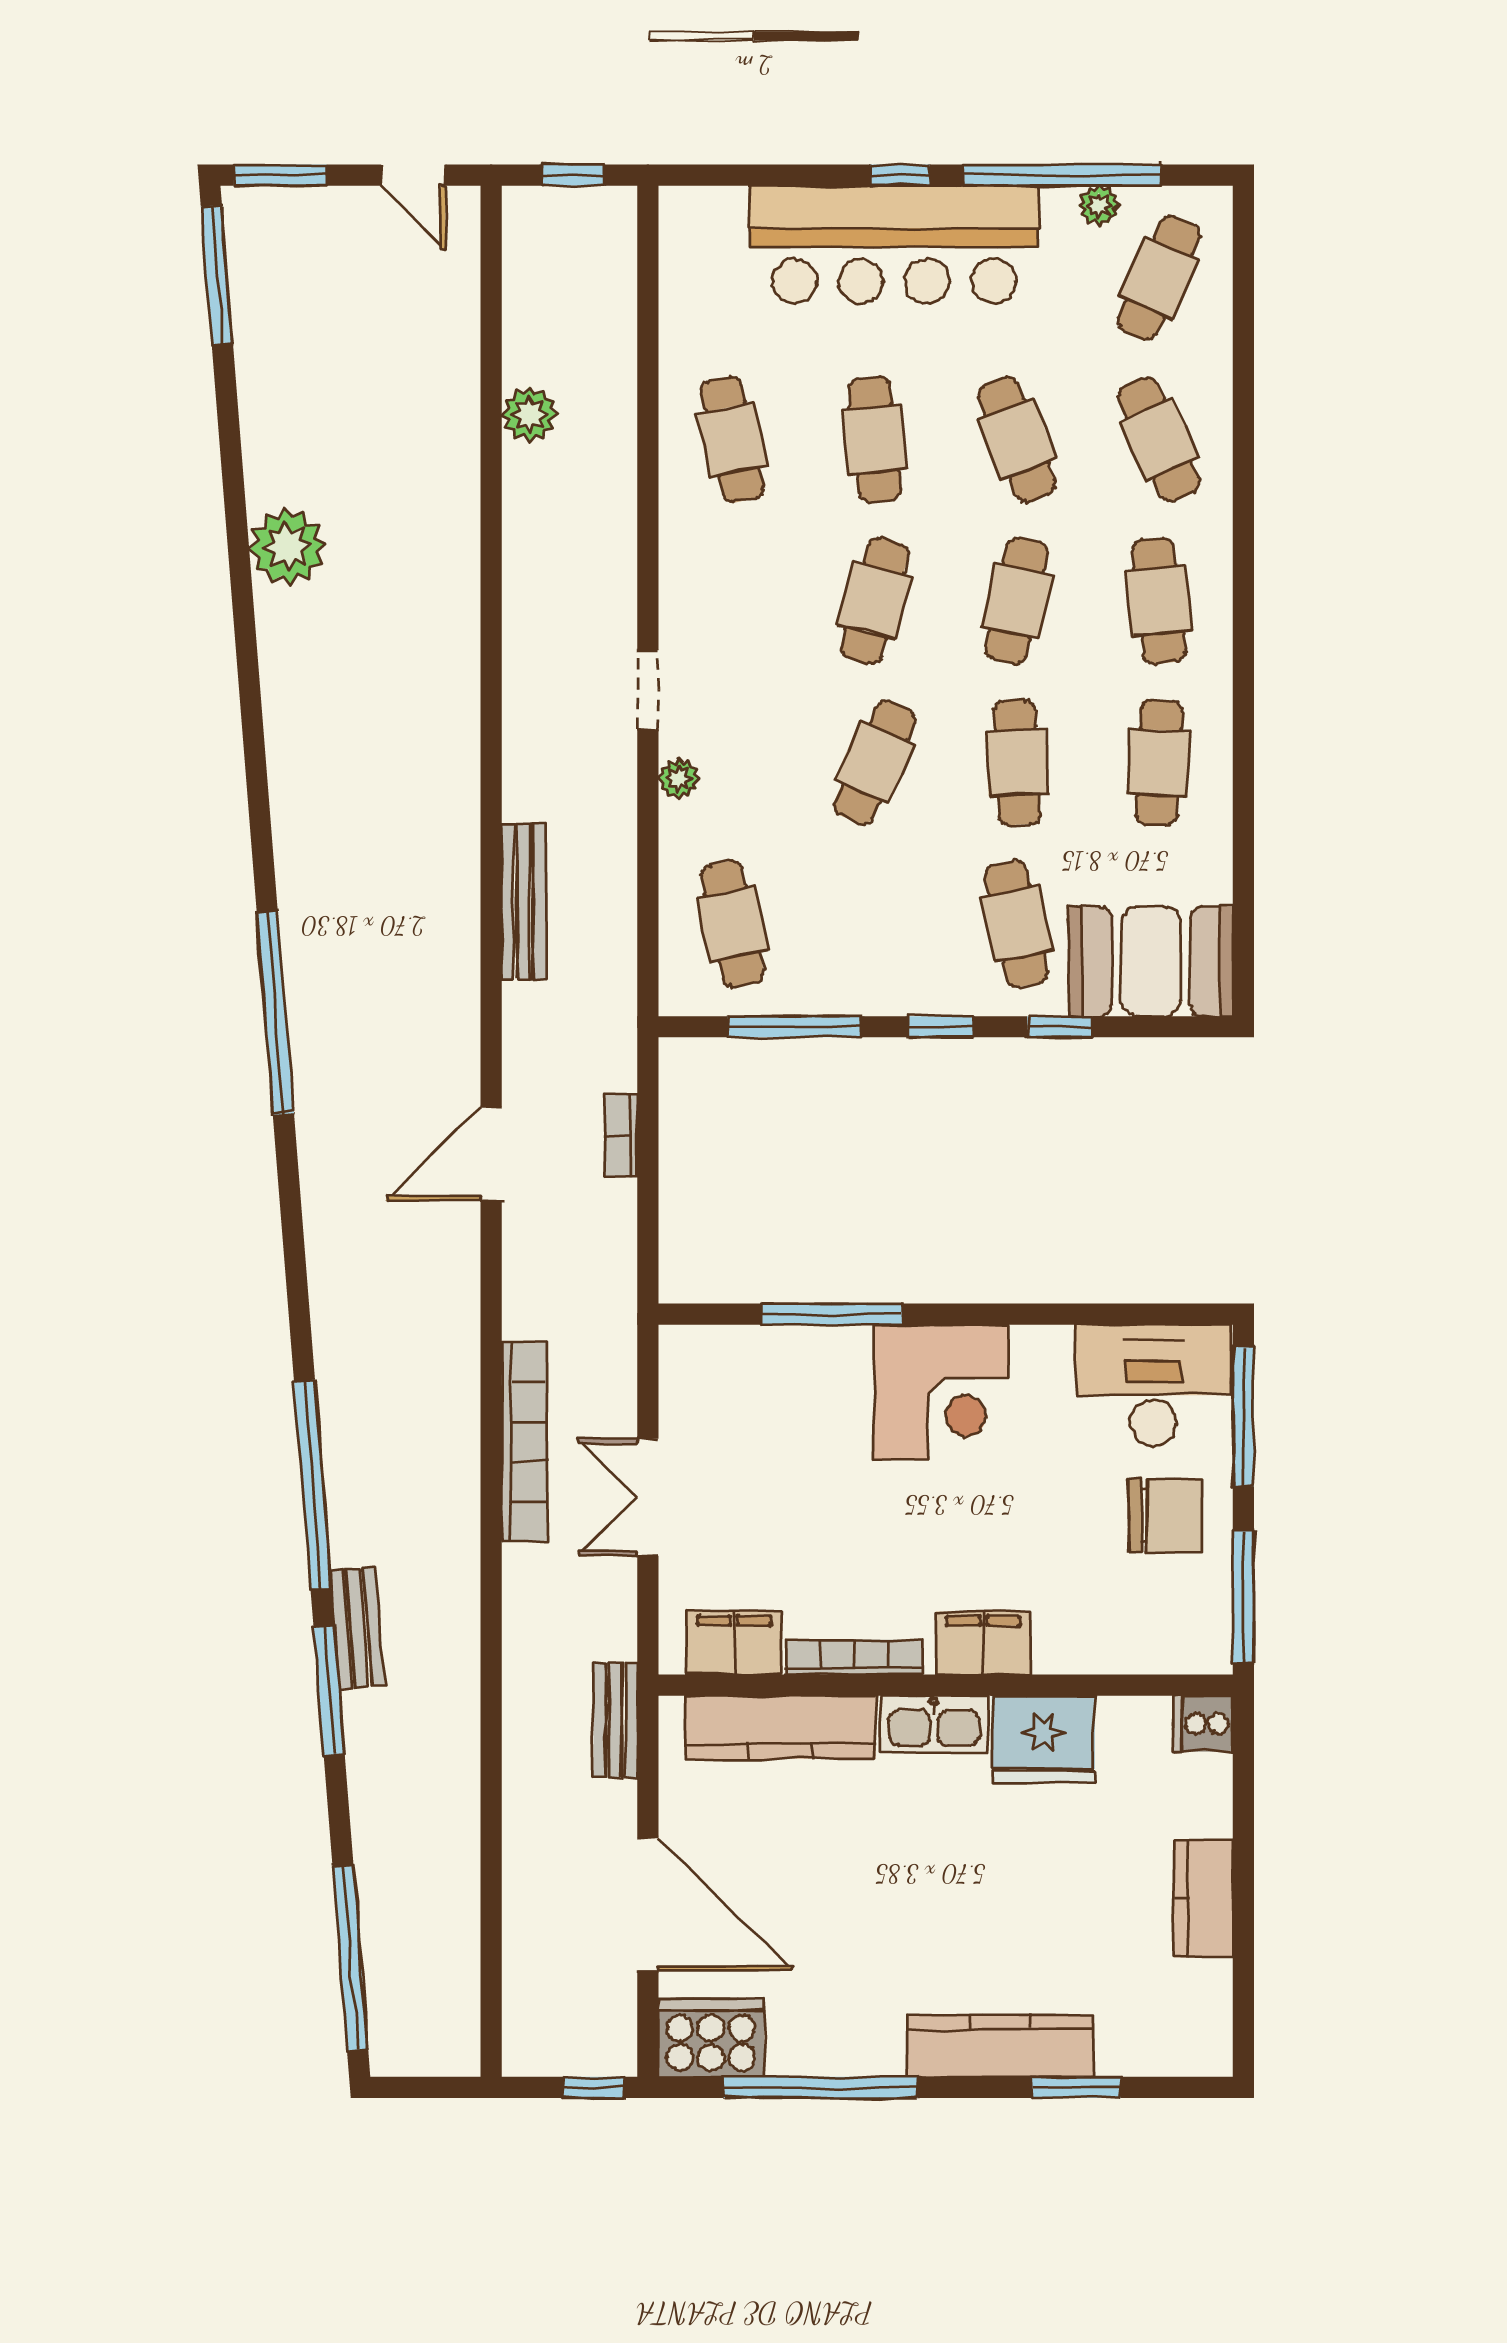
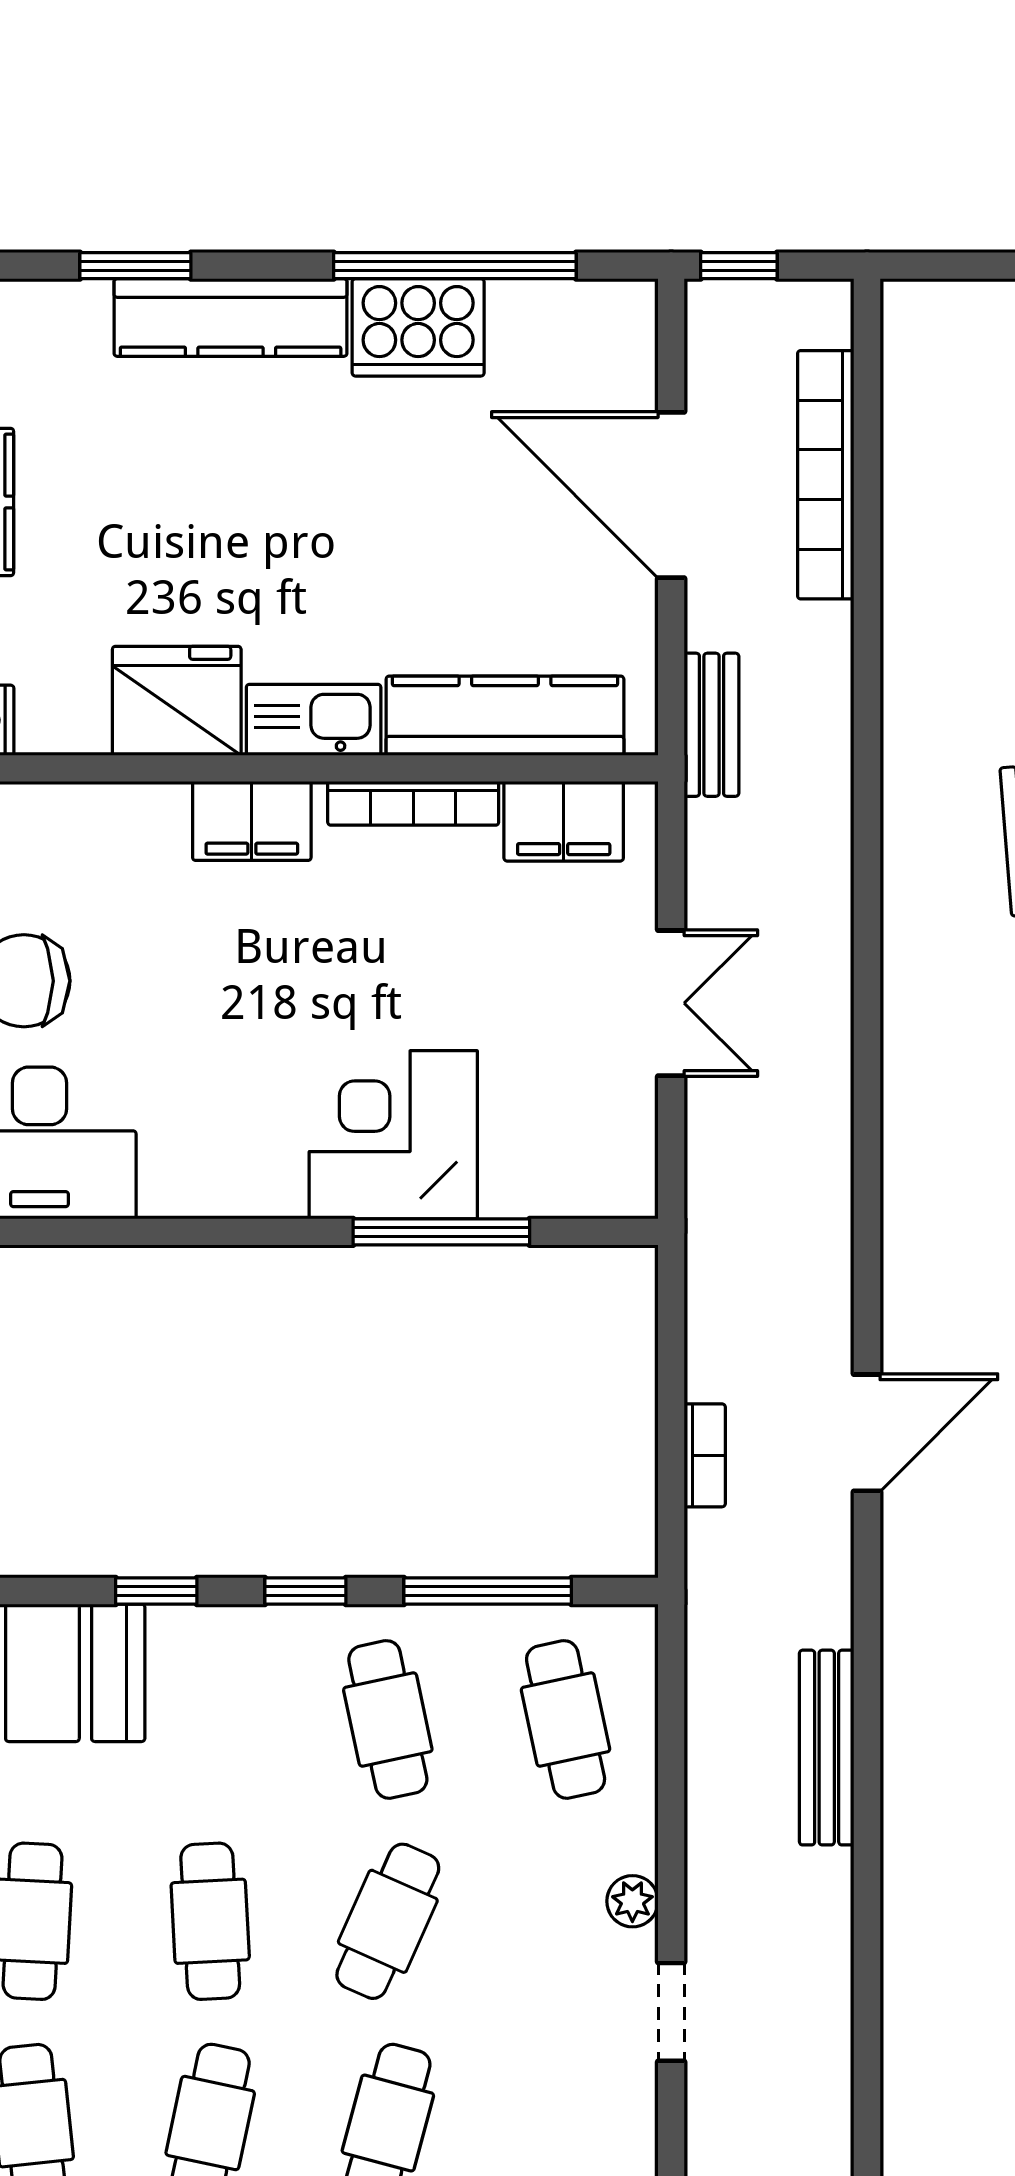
cafe table: (1017, 924) -> (388, 1719), moved
corner desk: (941, 1392) -> (393, 1135), moved
bookcase: (524, 1442) -> (826, 475), moved
cooker: (711, 2038) -> (418, 327), moved

